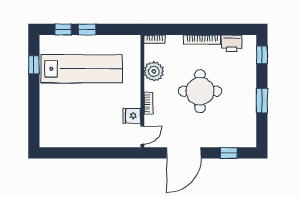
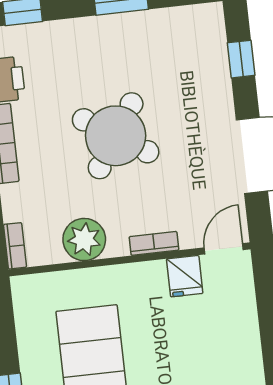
round table: (200, 91) -> (116, 136), turned 33
door: (142, 135) -> (224, 249), hinge flipped

